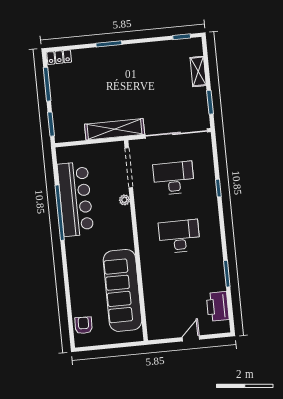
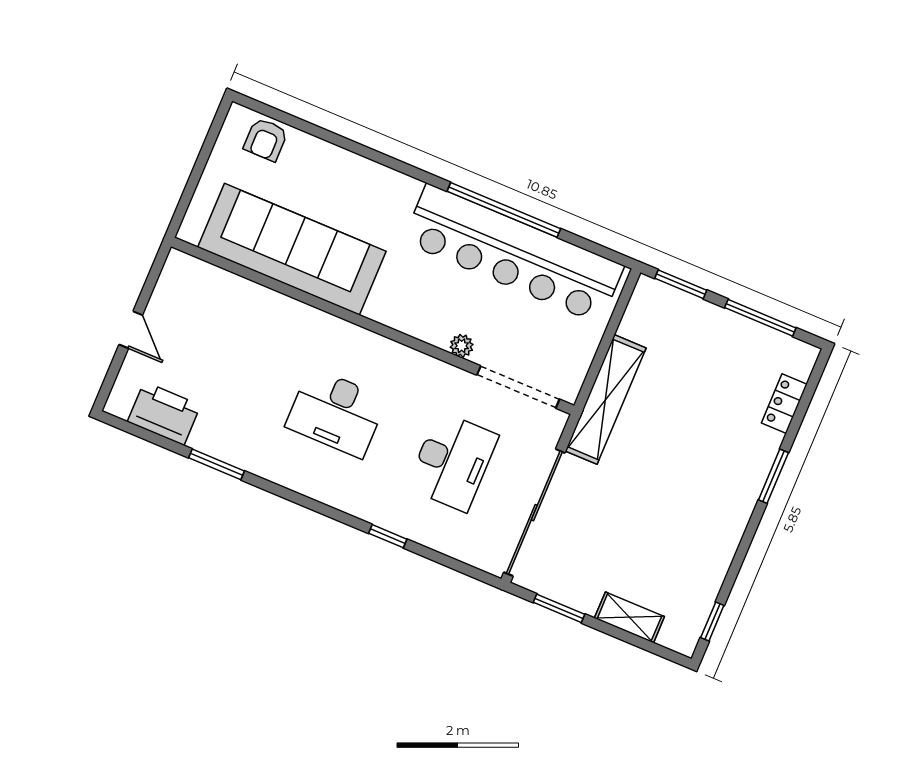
locker: (59, 57) -> (784, 404), moved
bar counter: (75, 199) -> (513, 254), width x1.36
desk: (179, 236) -> (336, 413), turned 90
armchair: (83, 325) -> (266, 140), turned 88

